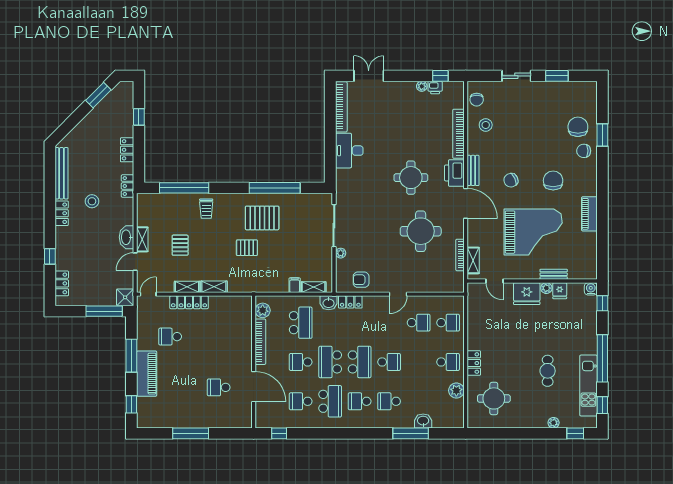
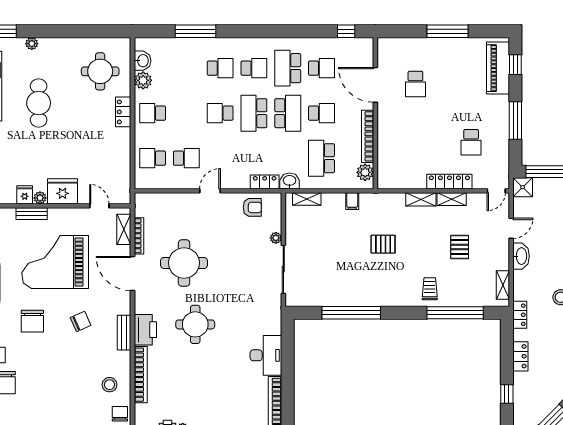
door: (466, 203) -> (132, 274), moved
pallet: (262, 218) -> (366, 278), removed
shelving: (142, 239) -> (503, 285), moved
filing cabinet: (295, 285) -> (352, 201), moved
school desk: (419, 323) -> (186, 158), turned 180
school desk: (170, 337) -> (471, 142), turned 90
cafe table: (548, 371) -> (39, 103), width x1.37, depth x1.35
piano: (147, 374) -> (498, 68), moved
school desk: (219, 387) -> (415, 84), turned 90
washbasin: (423, 421) -> (143, 61), moved, turned -90

